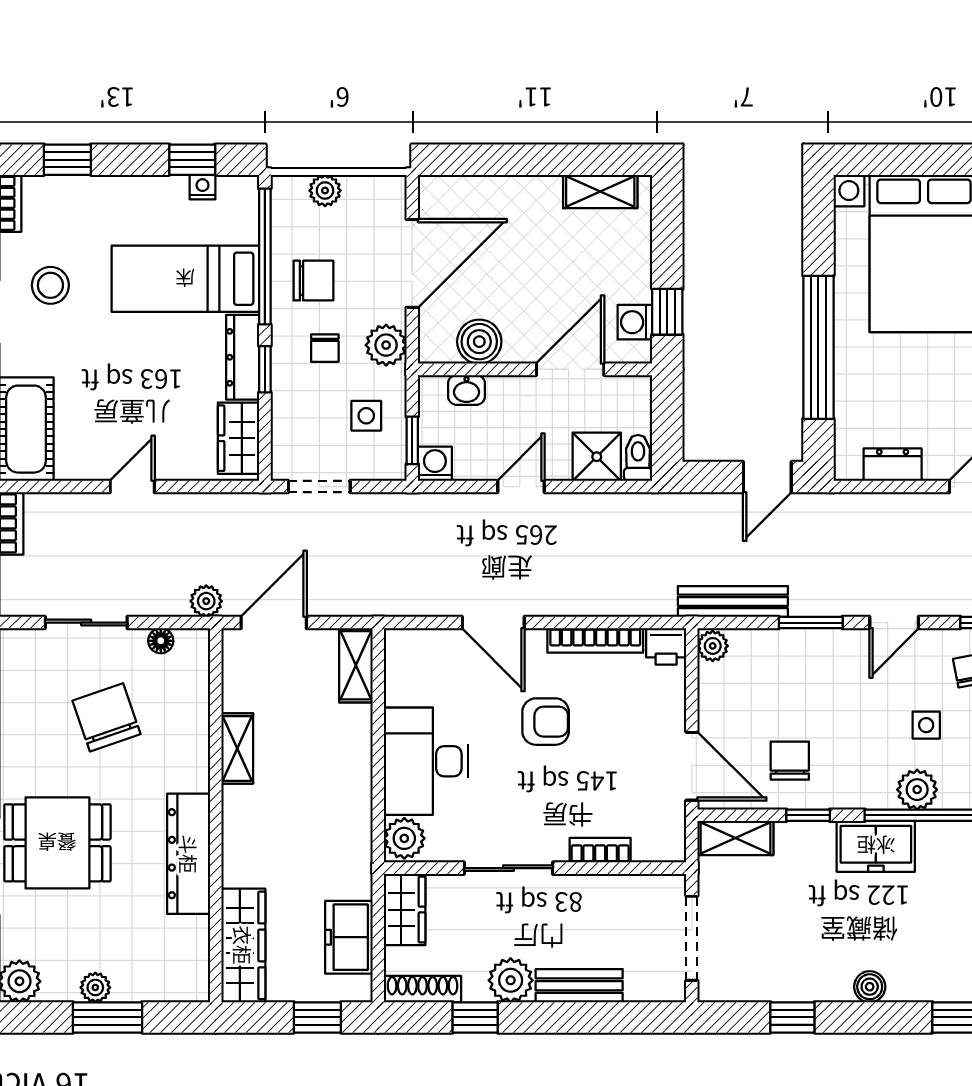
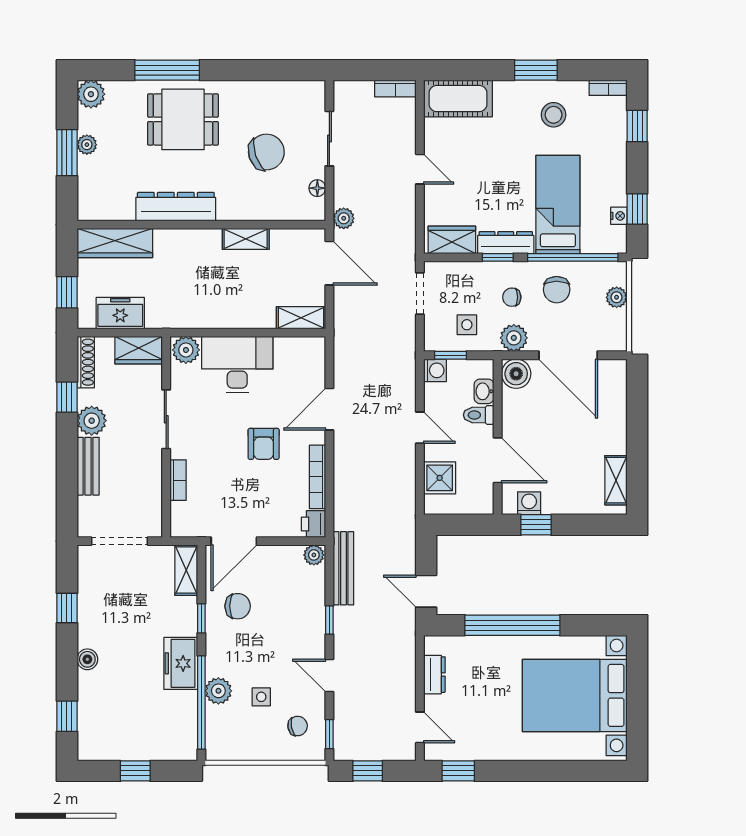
boiler: (479, 342) -> (516, 374), moved
toilet: (638, 458) -> (479, 415), moved, turned 180
window: (811, 623) -> (329, 620), width x0.67
dining table: (57, 843) -> (183, 119), turned 90

